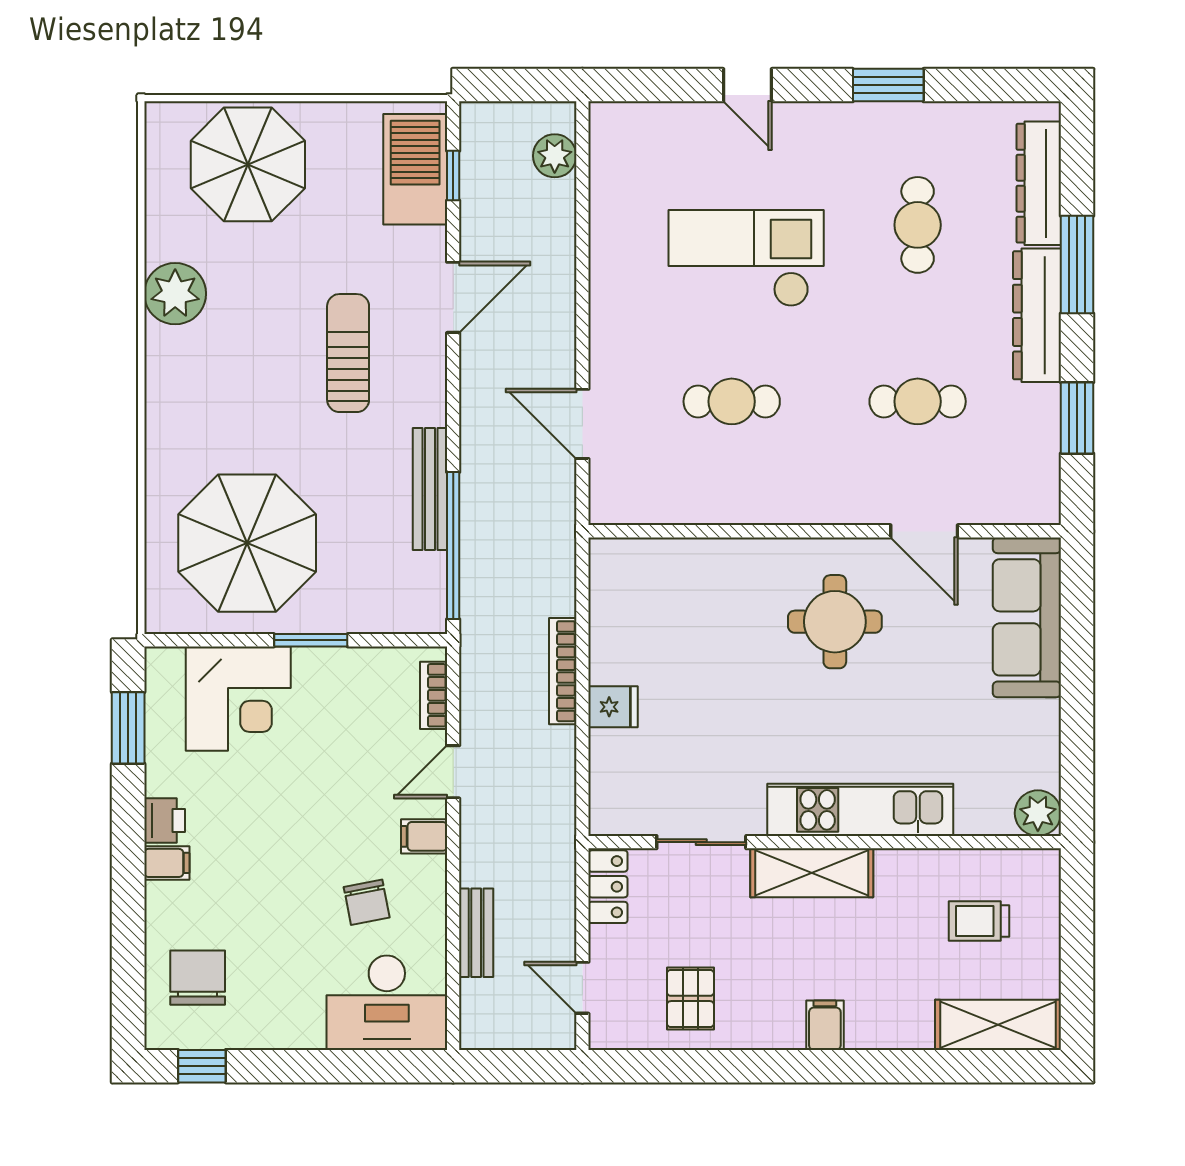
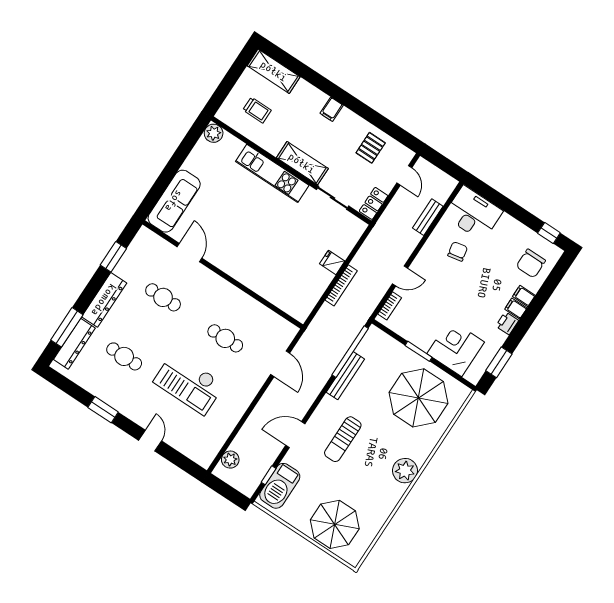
cafe table: (918, 225) -> (124, 356), turned 90
window: (1077, 265) -> (67, 327), moved
plant: (175, 294) -> (405, 471), moved
round table: (835, 622) -> (239, 242), removed
filing cabinet: (424, 836) -> (524, 296), moved, turned 180

